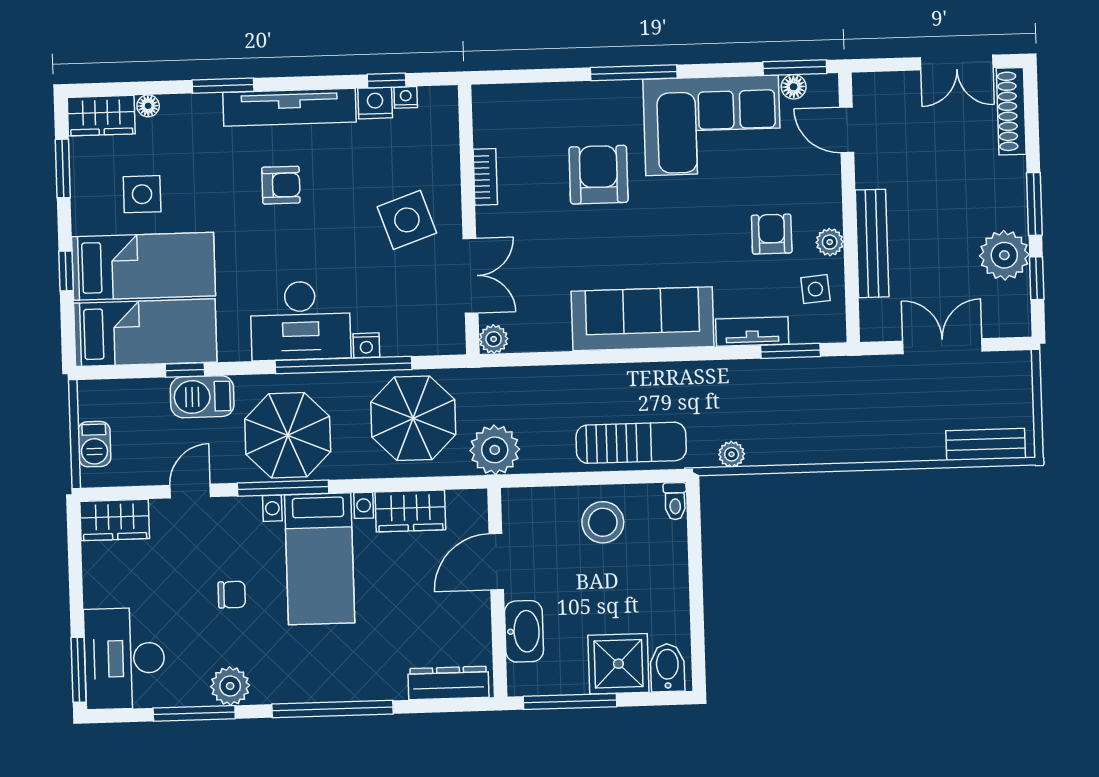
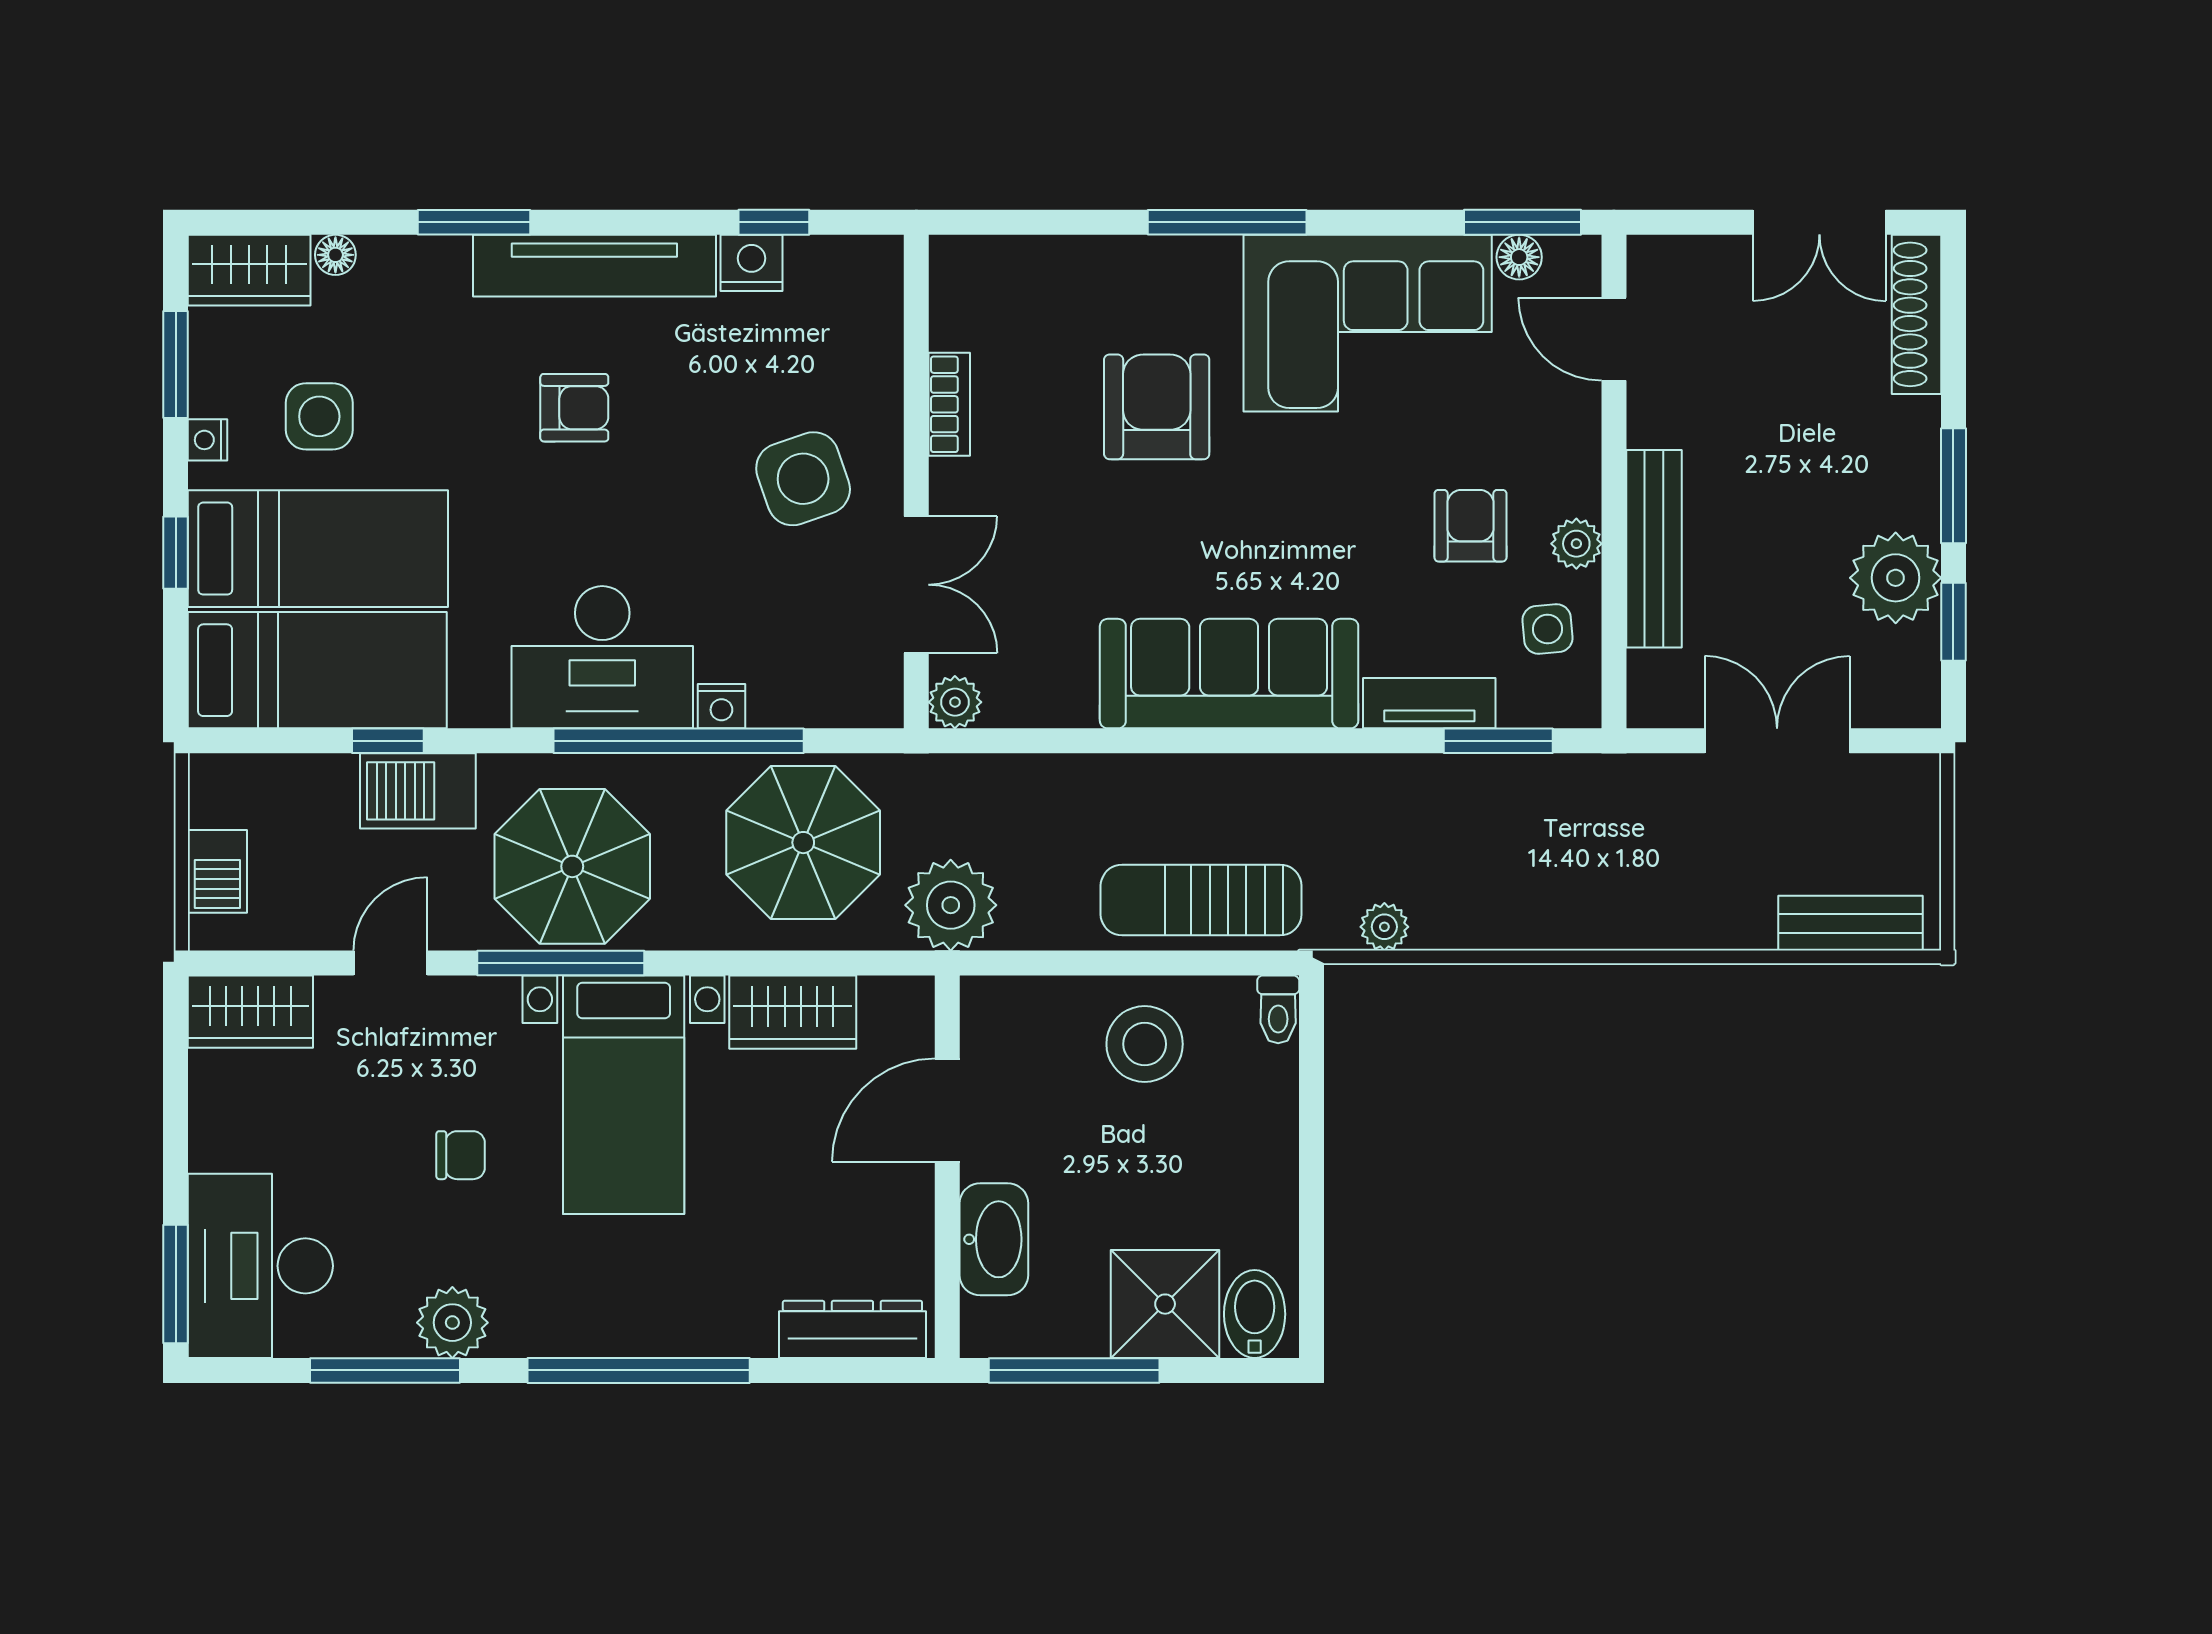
nightstand: (406, 97) -> (207, 440), moved, turned -90
sun lounger: (631, 443) -> (1201, 900), turned 180

